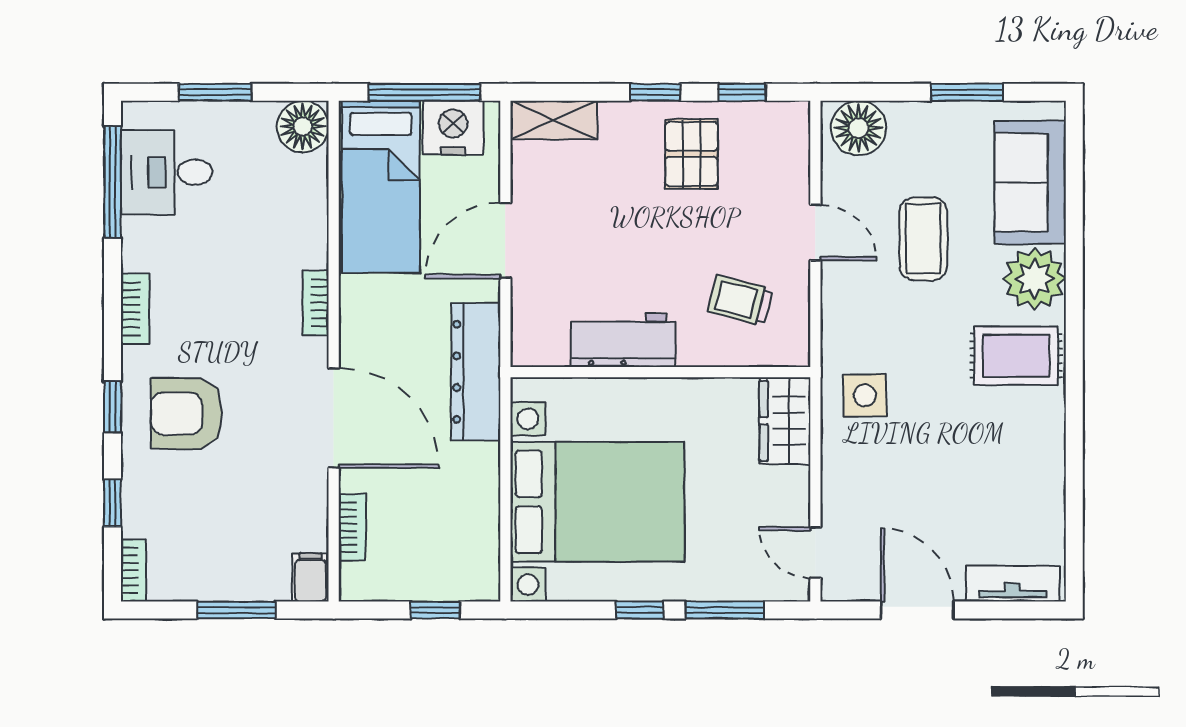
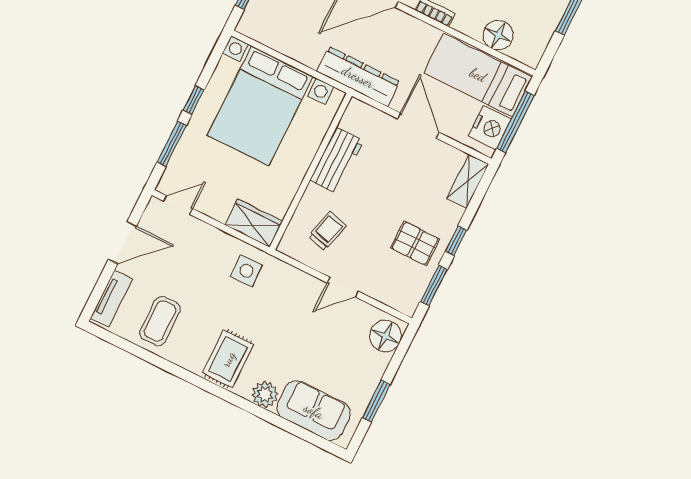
window: (742, 92) -> (434, 285), width x1.50
floor lamp: (303, 126) -> (498, 35), moved
coffee table: (923, 239) -> (160, 321), moved, turned 90
plant: (1034, 279) -> (265, 394), width x0.73, depth x0.73

